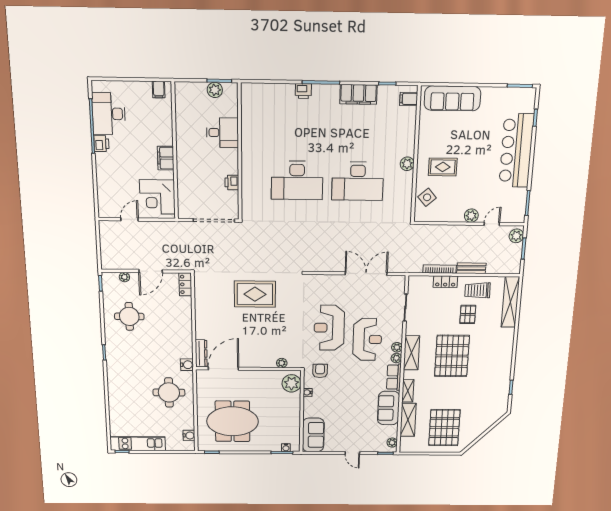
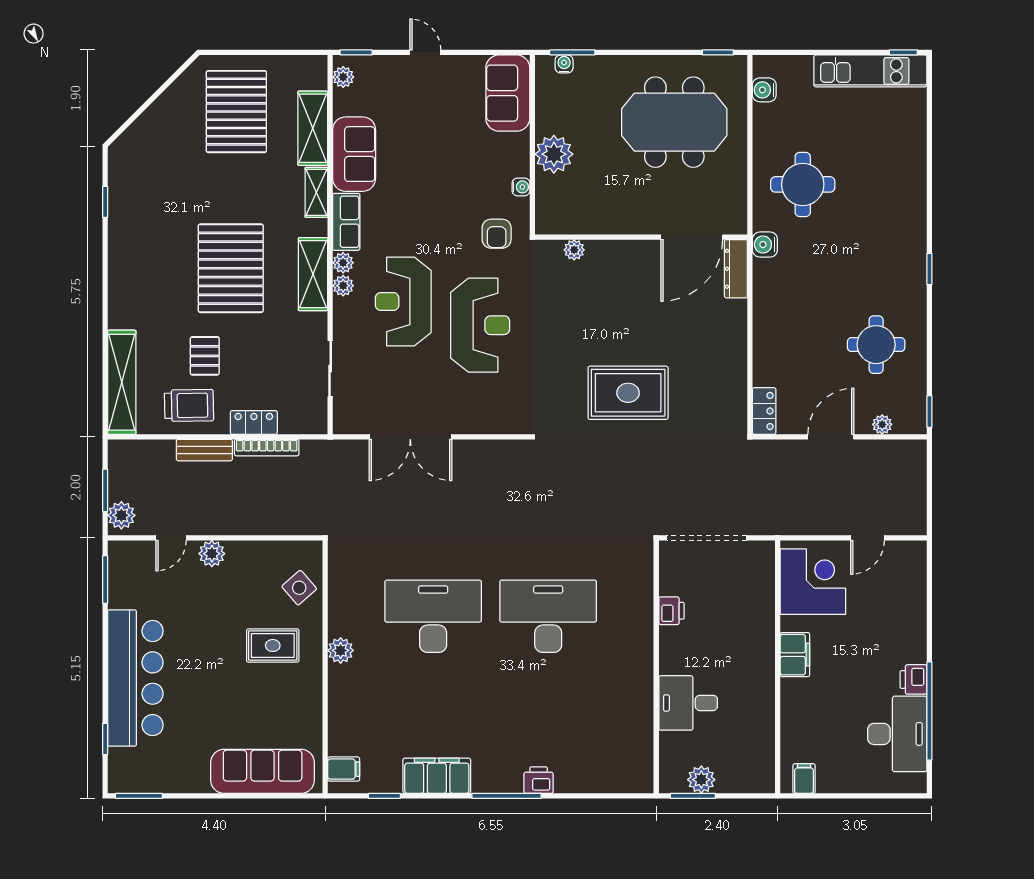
plant: (292, 383) -> (554, 154), moved

